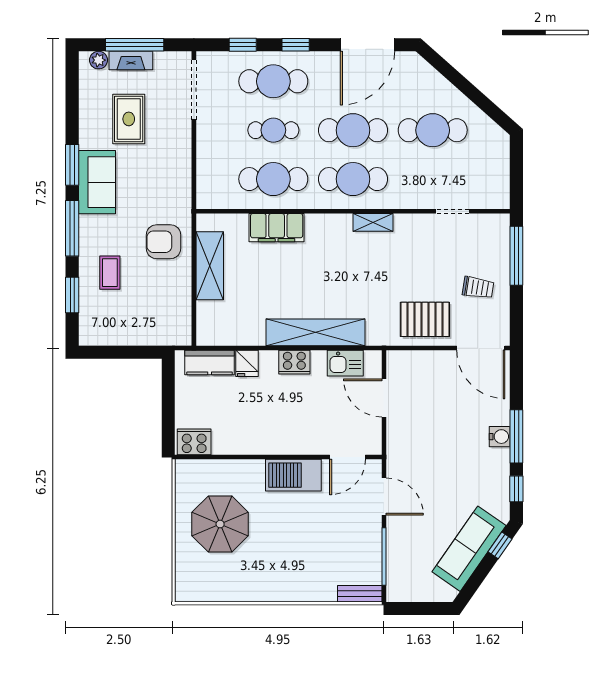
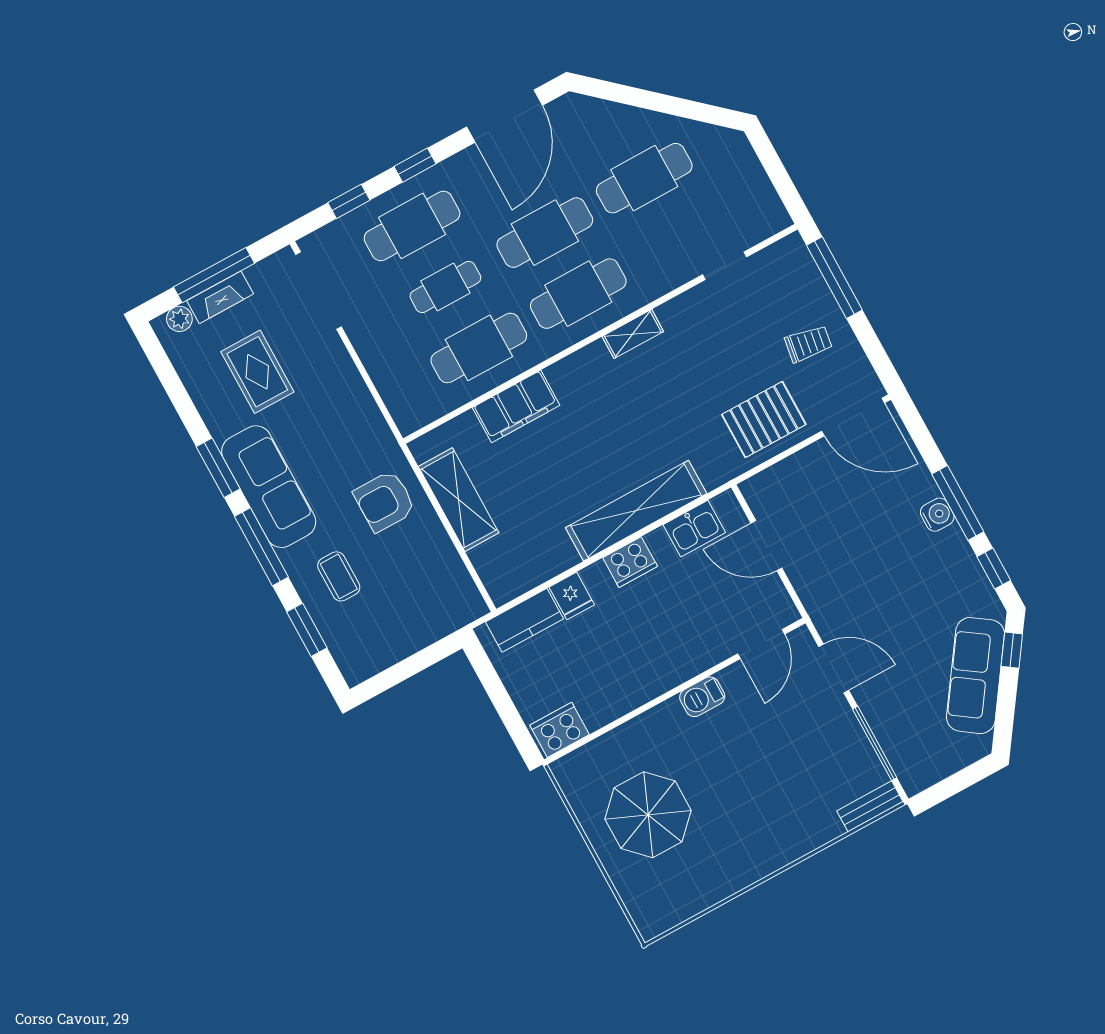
sofa: (97, 182) -> (269, 487), width x1.36
barbecue: (293, 475) -> (702, 697), width x0.53, depth x0.65

